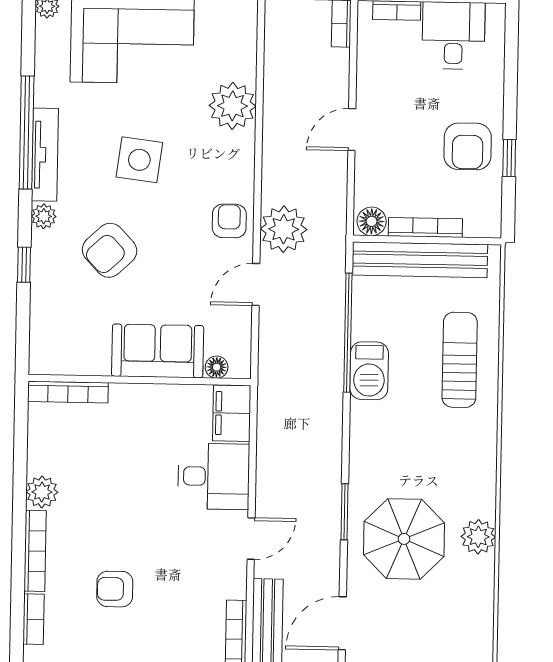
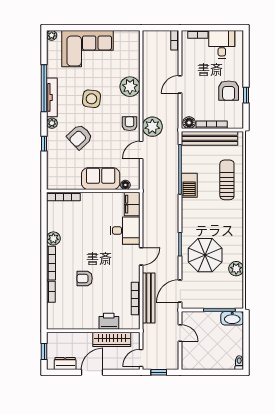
plant: (233, 106) -> (130, 87), moved
plant: (478, 537) -> (236, 269), moved

